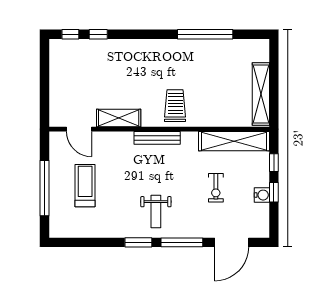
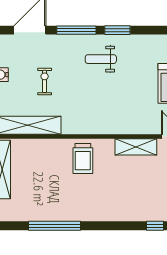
bench: (157, 138) -> (100, 128), removed
weight bench: (156, 212) -> (101, 59), turned -90

